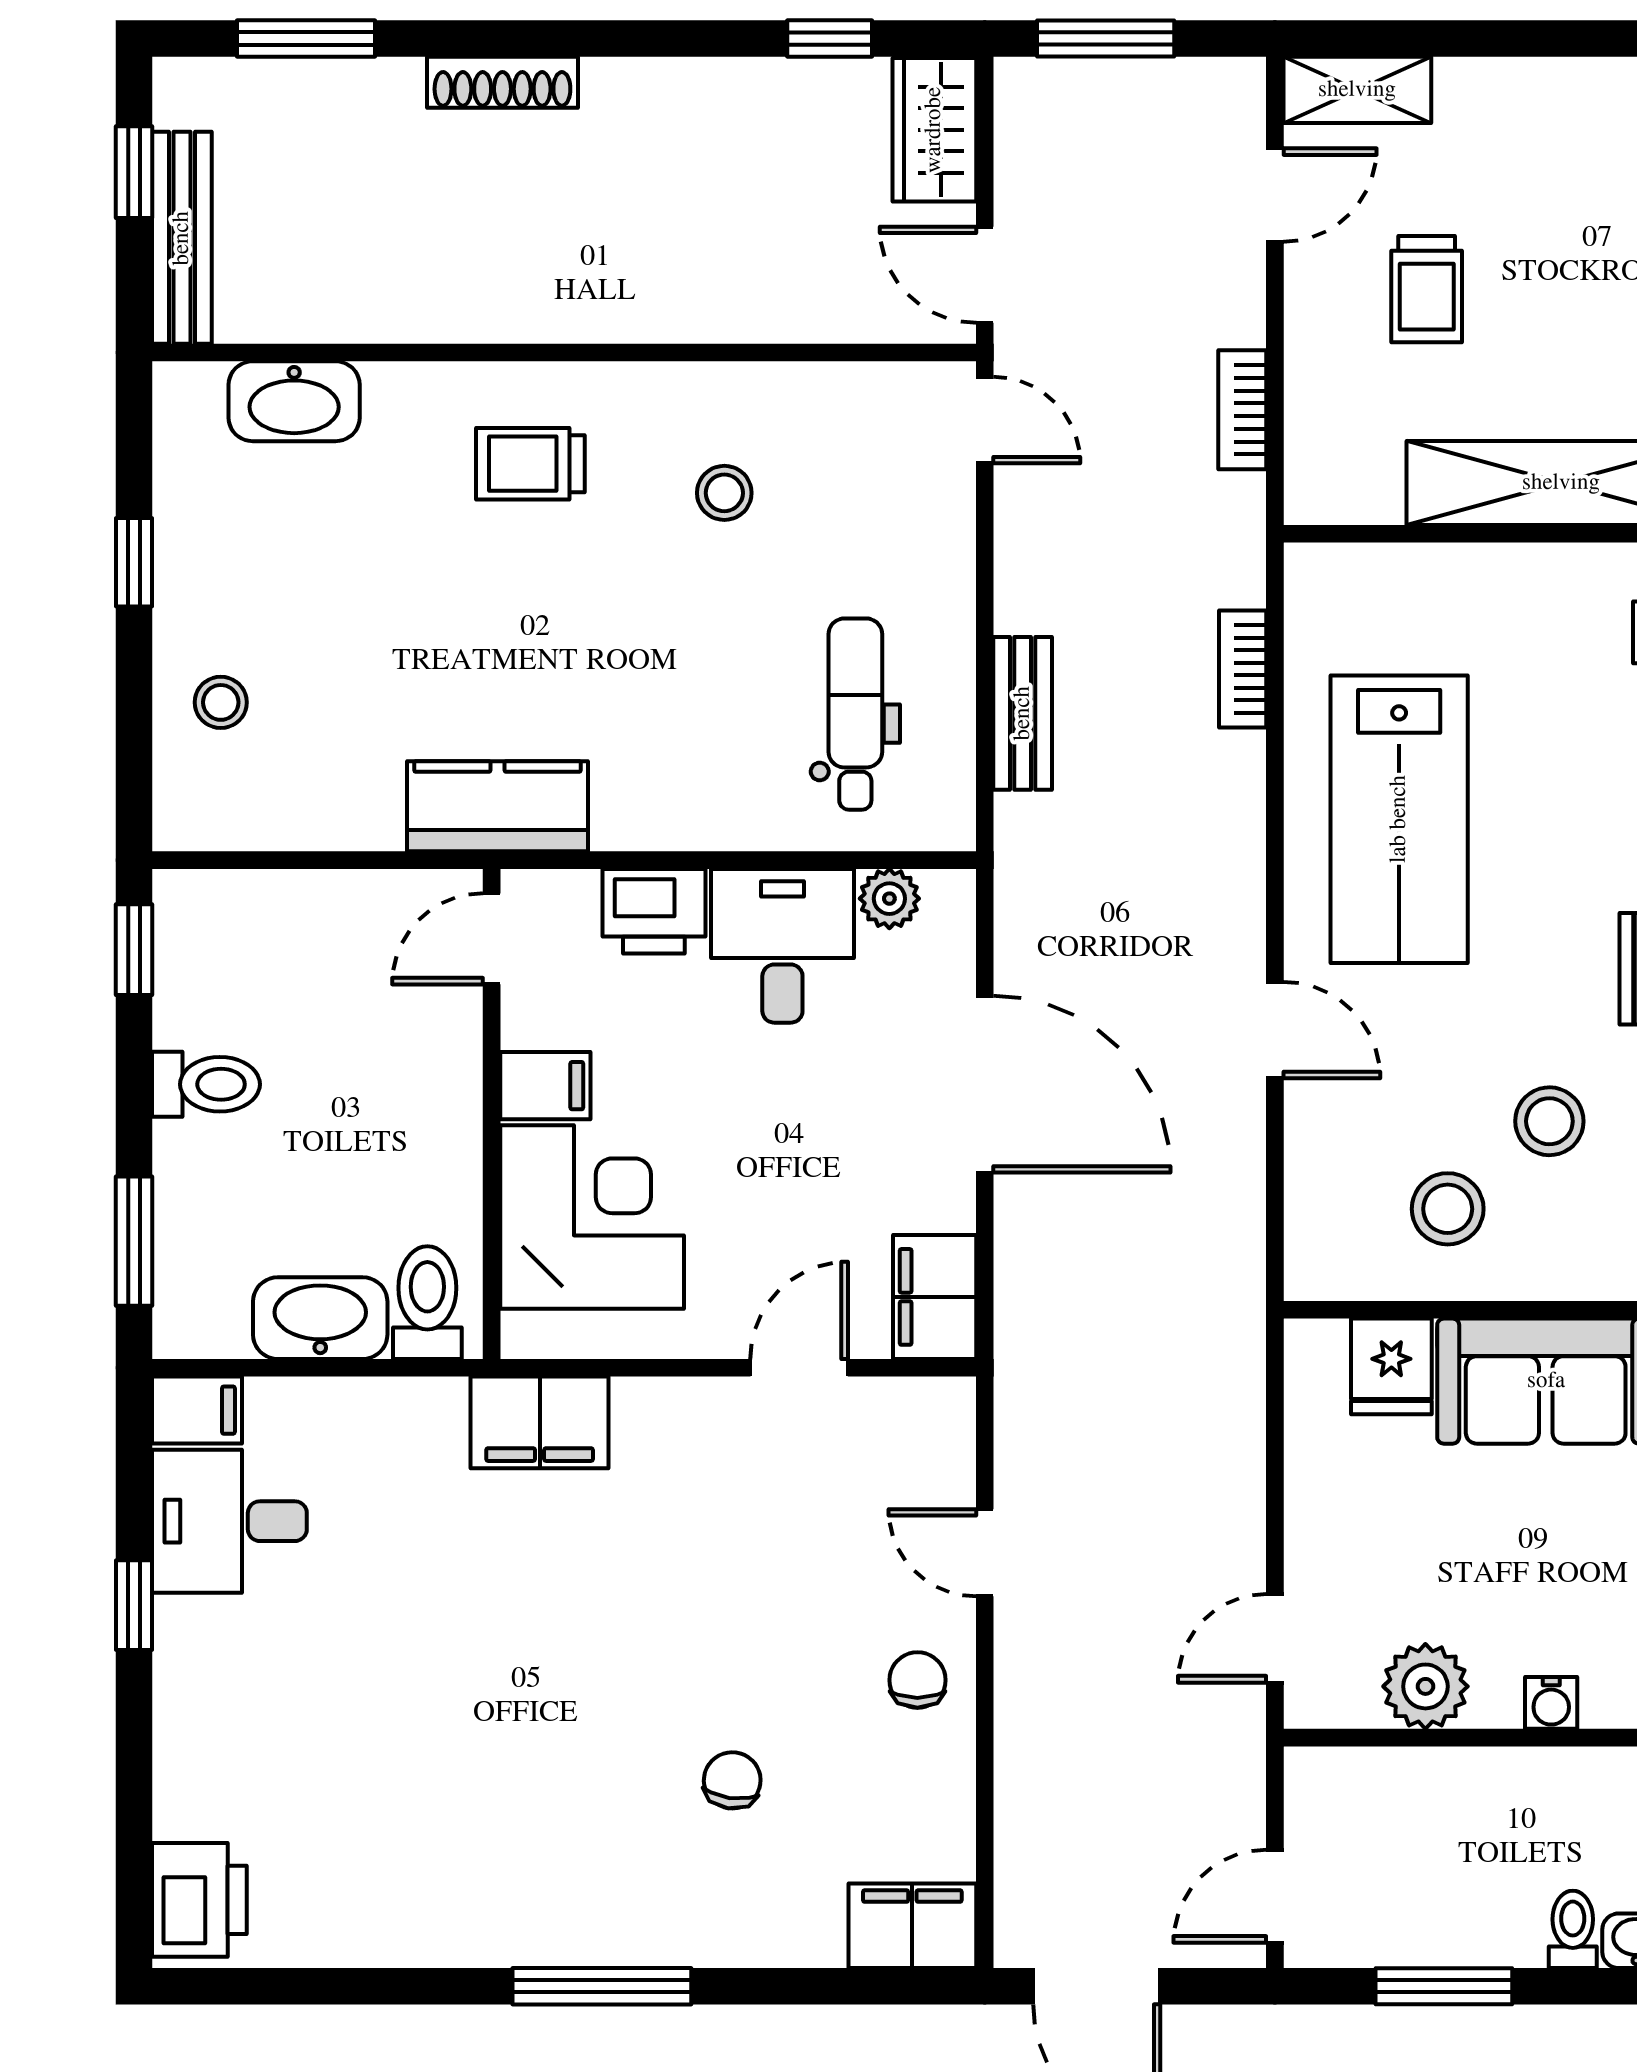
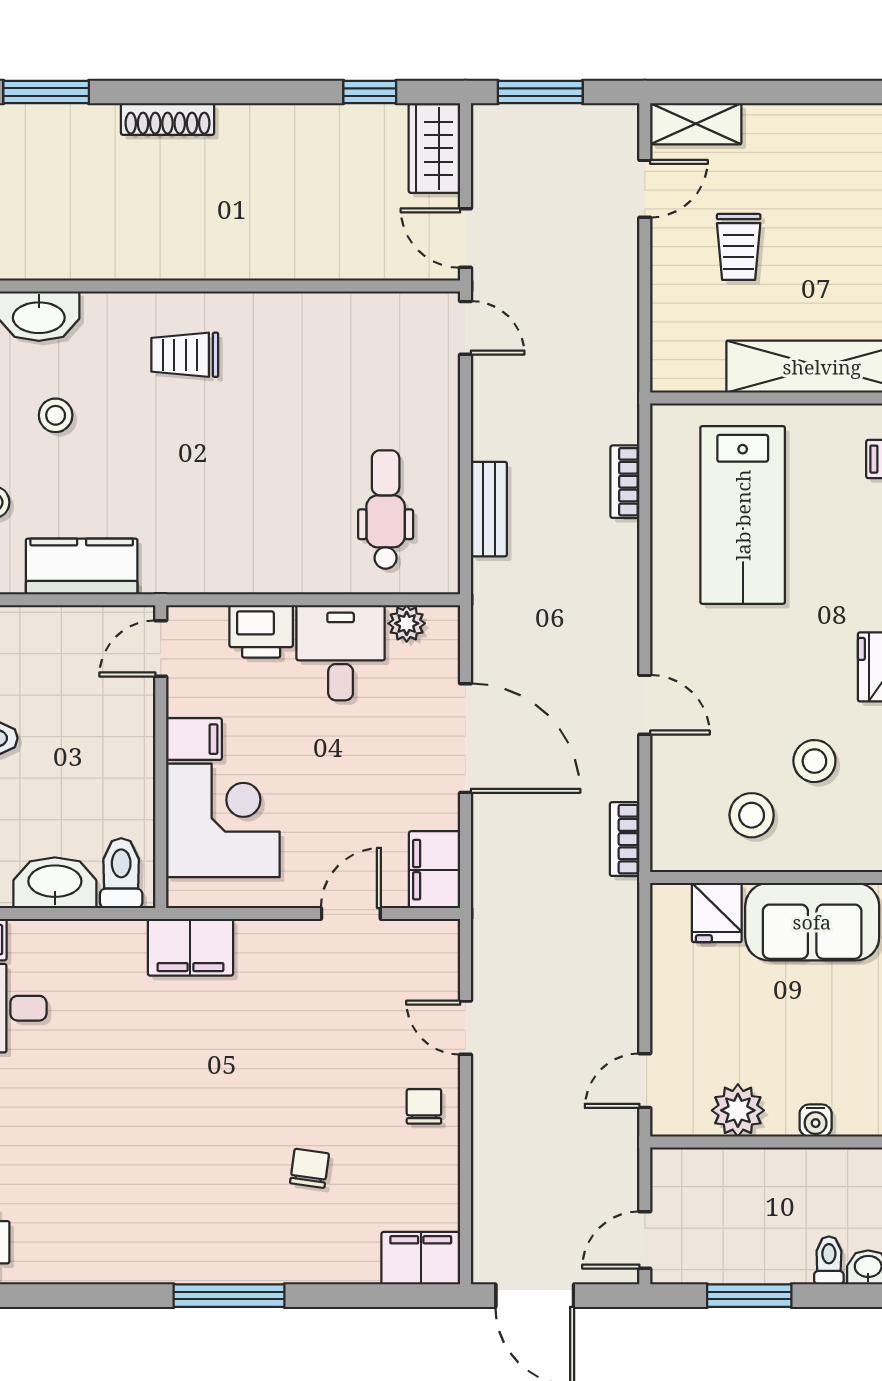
bookcase: (1242, 410) -> (625, 839), moved
stool: (724, 493) -> (56, 415), moved
kitchen counter: (497, 806) -> (82, 566), moved
lab bench: (1399, 819) -> (743, 515), moved

